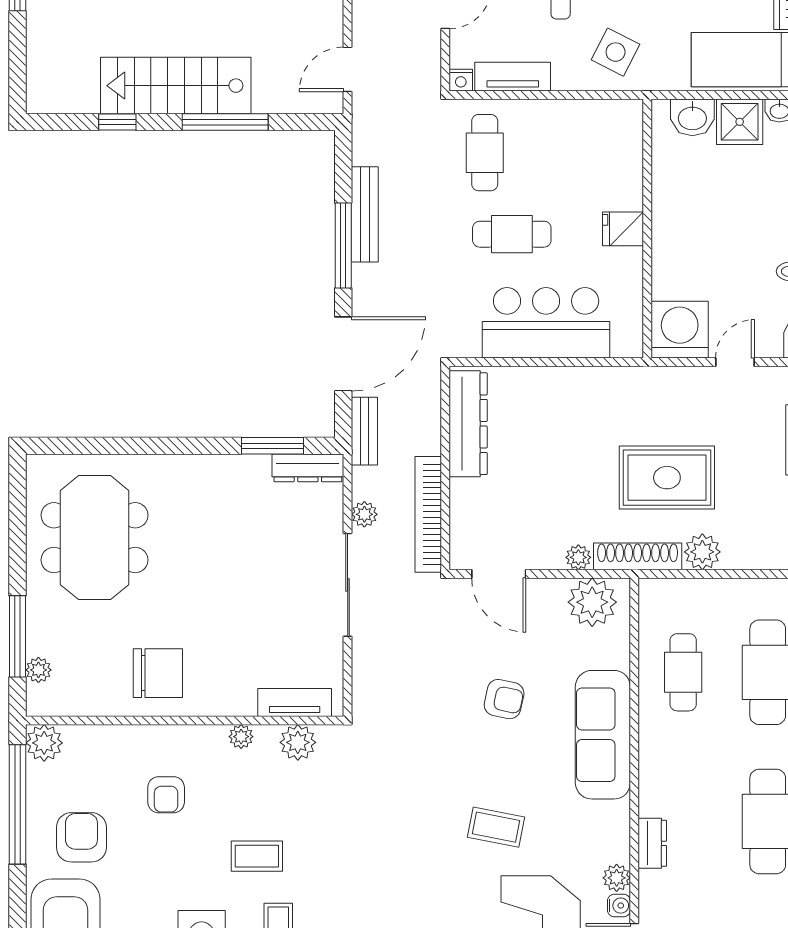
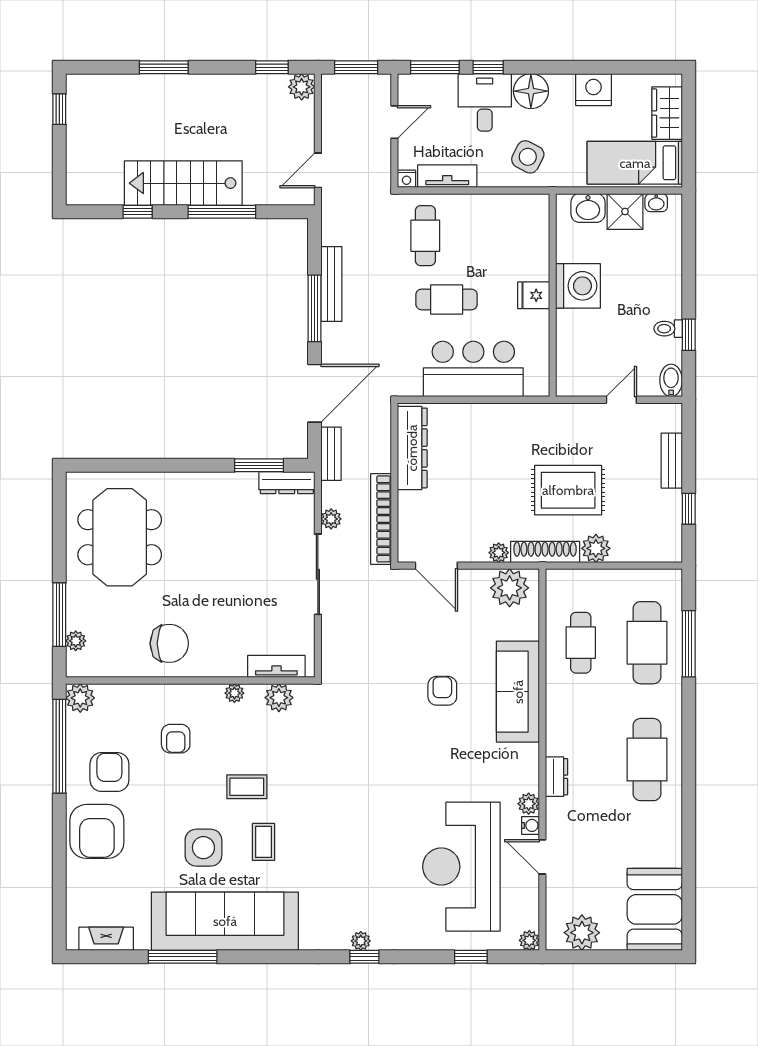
washing machine: (680, 330) -> (578, 286), moved, turned 90
armchair: (504, 699) -> (442, 691), moved, turned -102
coffee table: (496, 827) -> (434, 764), removed

